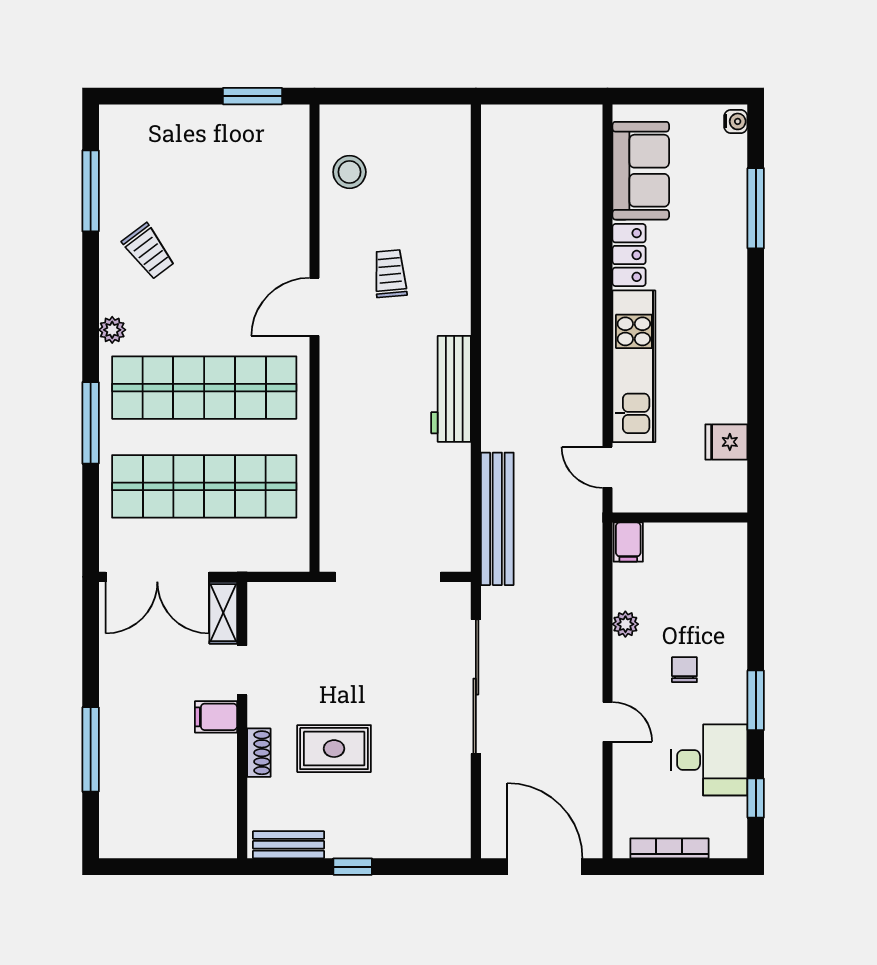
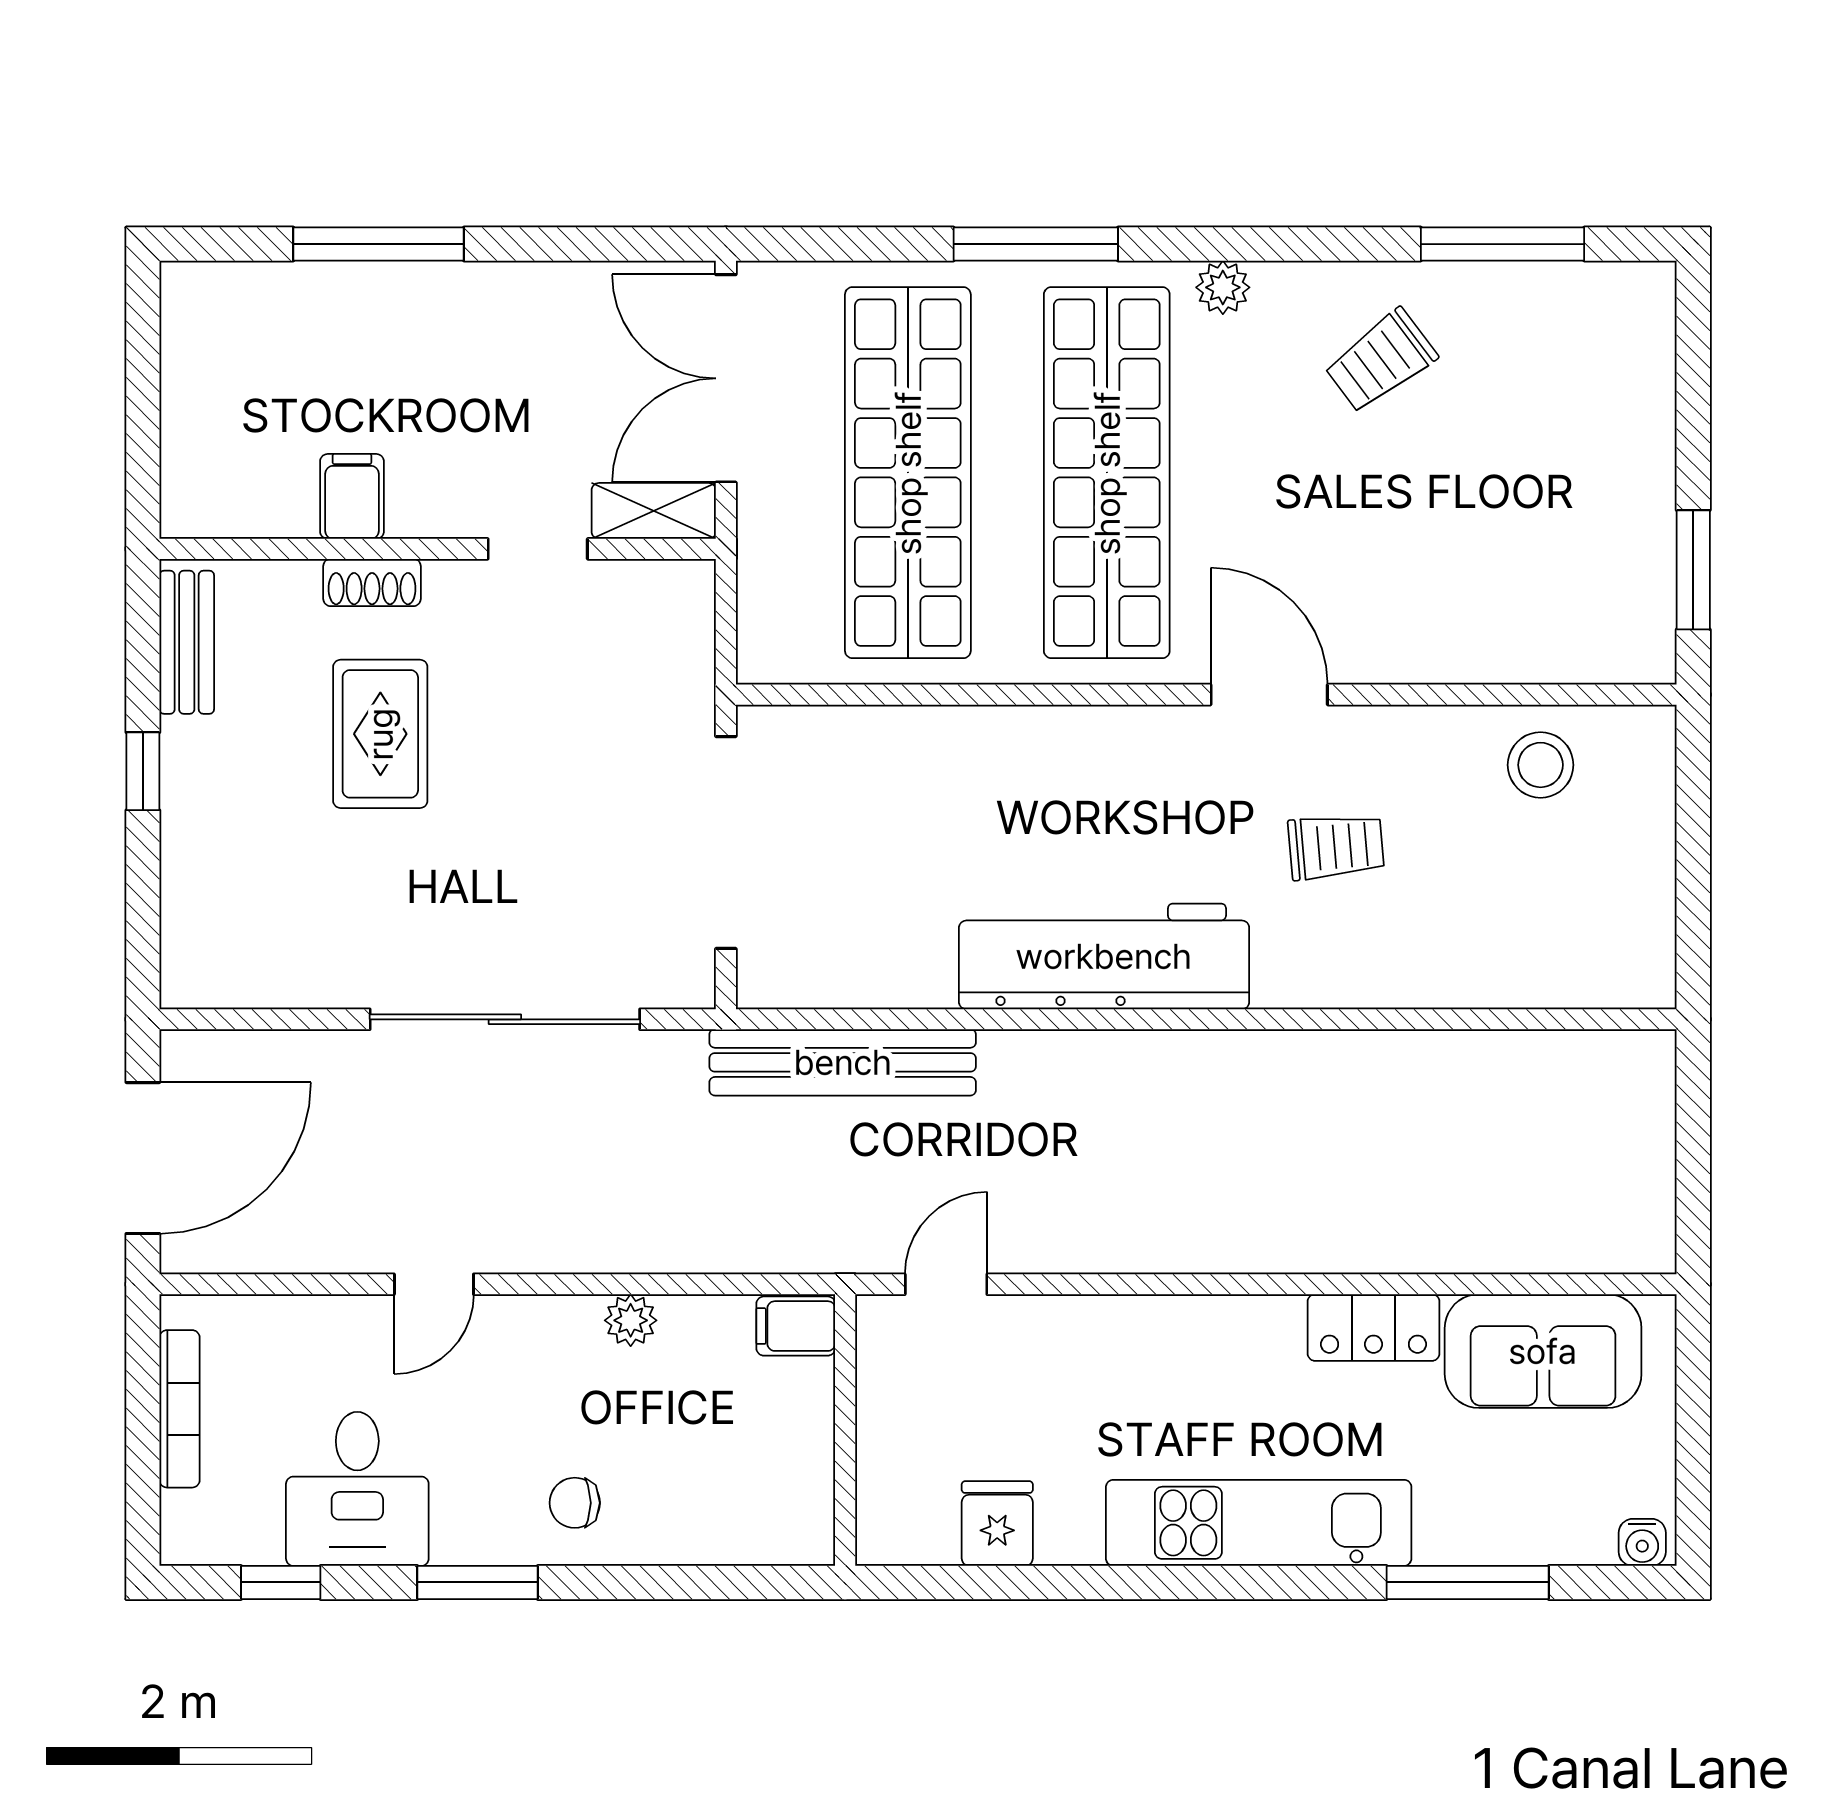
kitchen unit: (634, 366) -> (1259, 1523), moved, turned 180
workbench: (451, 389) -> (1104, 956), width x1.36, depth x1.32
chair: (684, 670) -> (575, 1503), moved, turned 180
filing cabinet: (216, 717) -> (352, 496), moved

